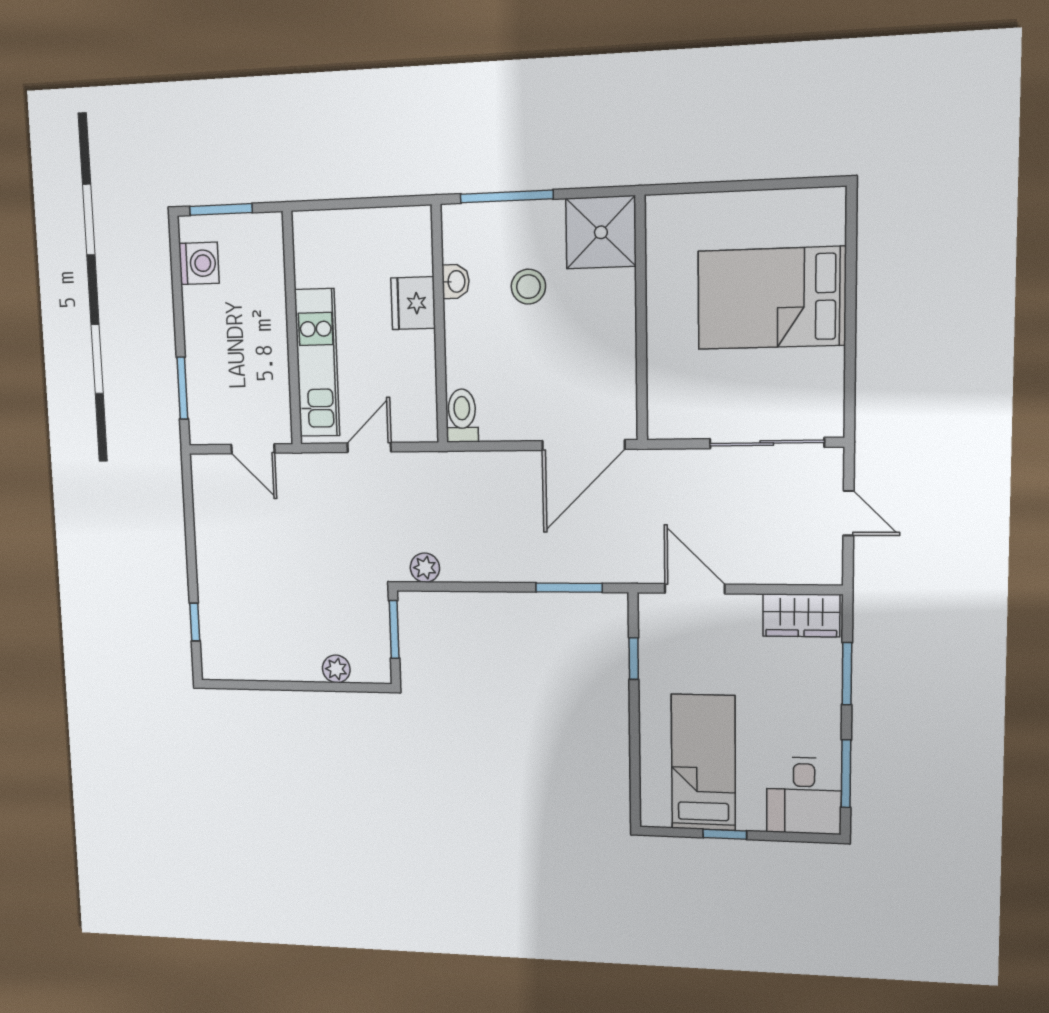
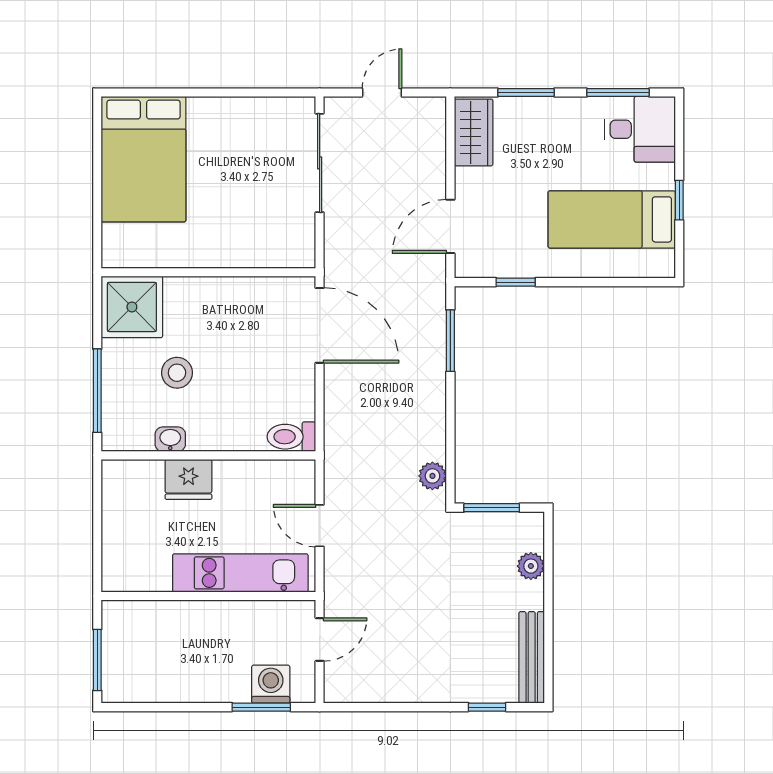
washing machine: (199, 263) -> (271, 684), moved
bed: (771, 298) -> (144, 159), moved
bench: (246, 668) -> (532, 657), added

